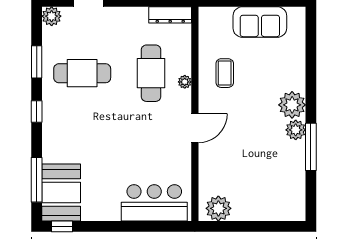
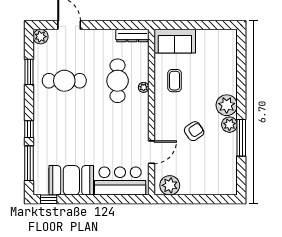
sofa: (260, 22) -> (175, 41), moved
window: (37, 112) -> (29, 129), moved
door: (195, 128) -> (151, 152), moved
armchair: (250, 138) -> (194, 131), added
booth: (61, 193) -> (71, 180), moved, turned 90

